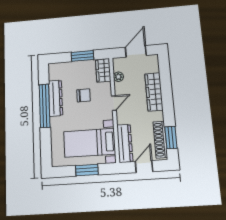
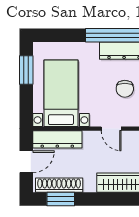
door: (144, 167) -> (26, 162), hinge flipped
window: (87, 170) -> (26, 70), moved

